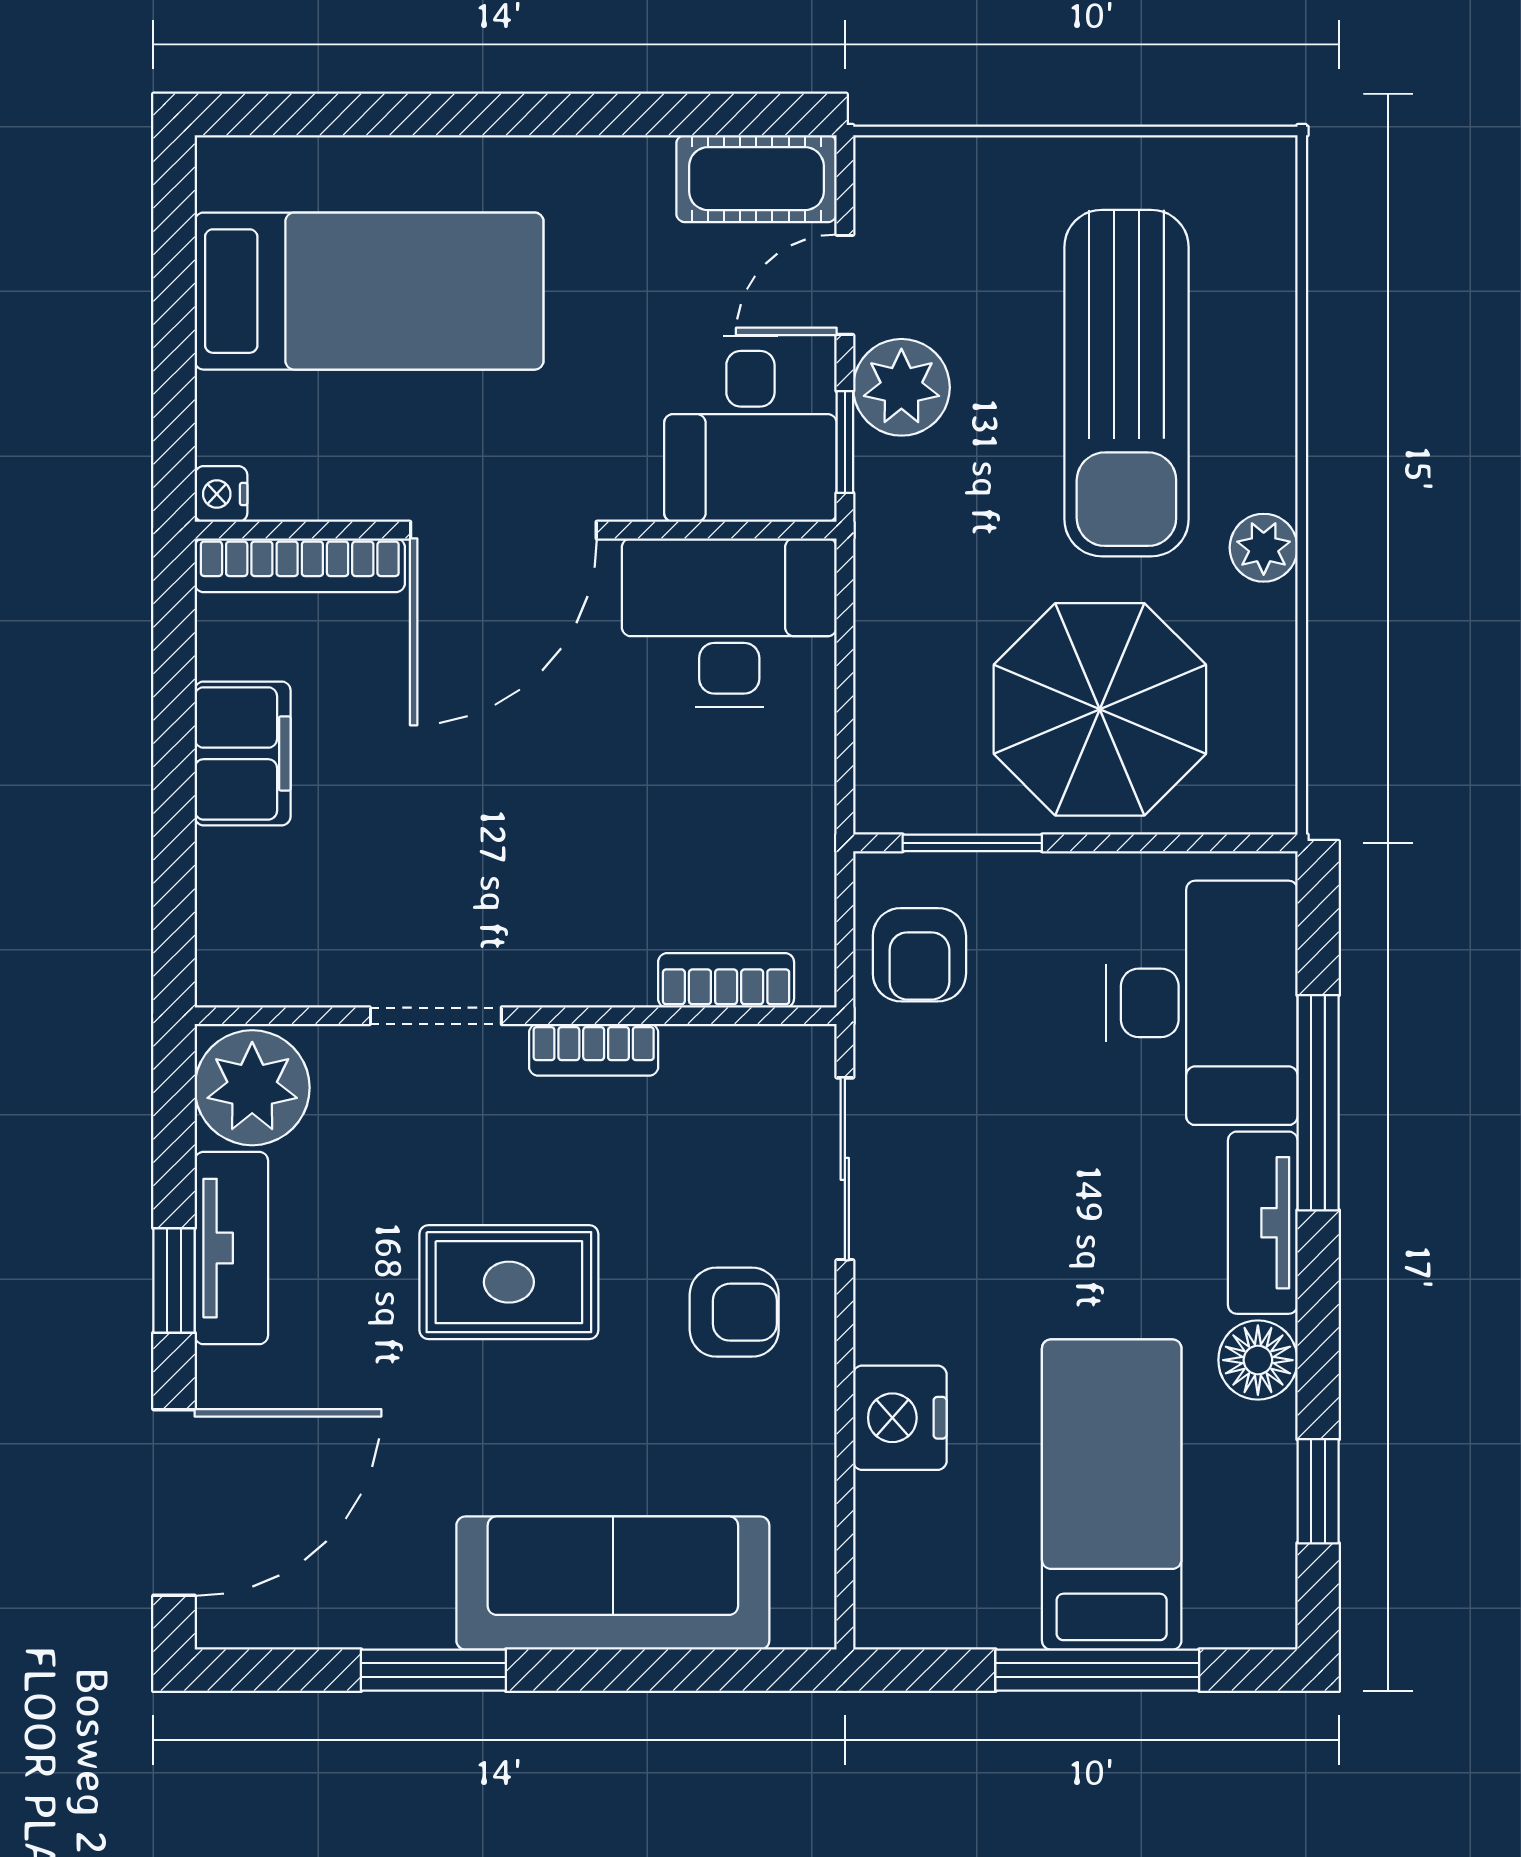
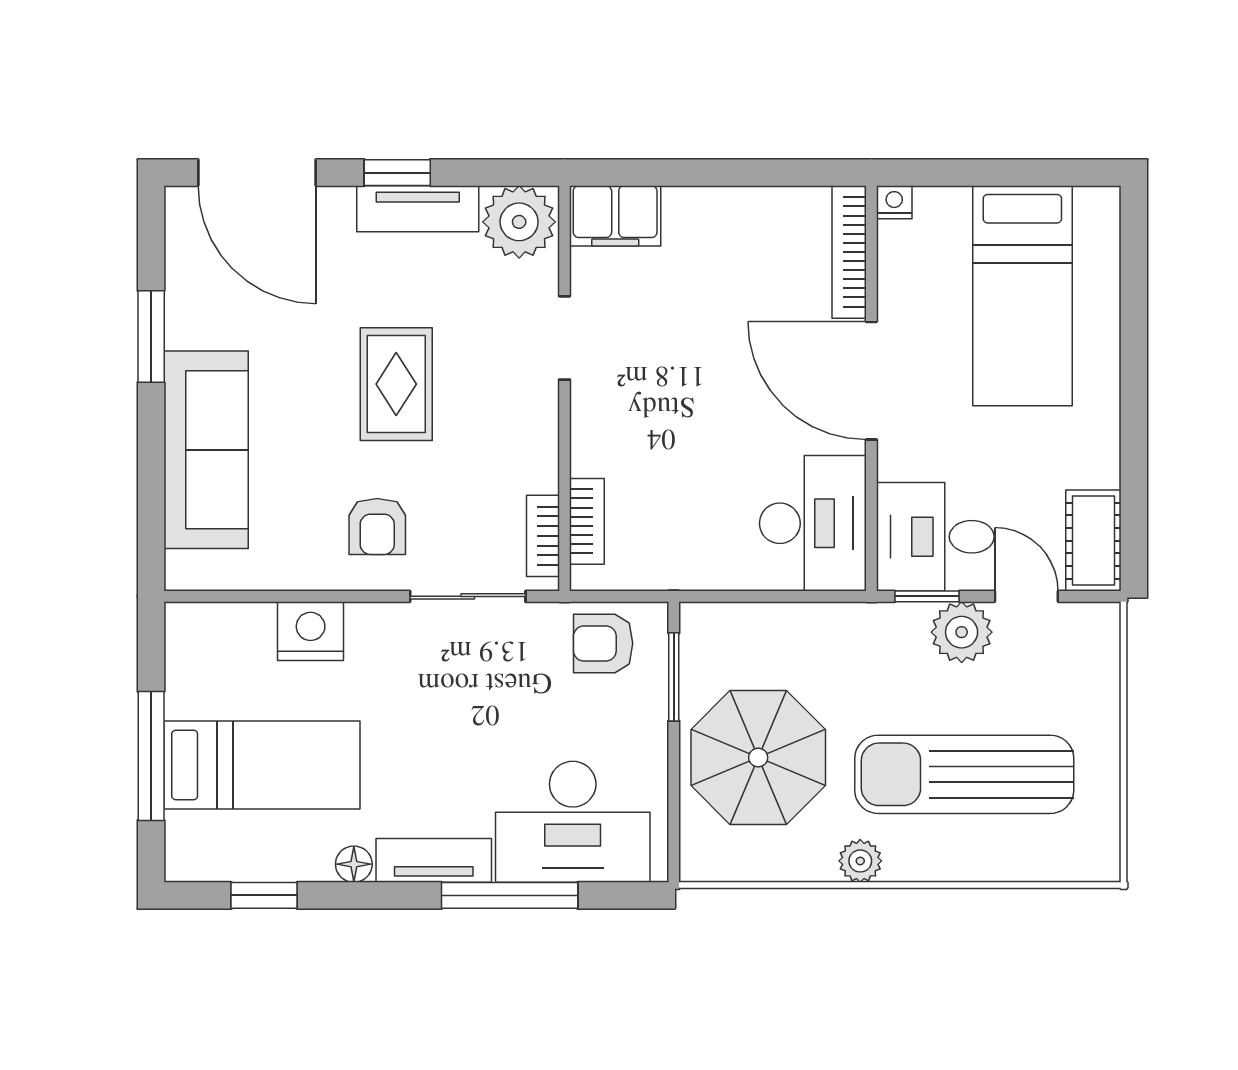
filing cabinet: (243, 753) -> (615, 216), moved
bookcase: (594, 1050) -> (543, 536), moved
floor lamp: (1258, 1360) -> (354, 864), width x0.73, depth x0.73

